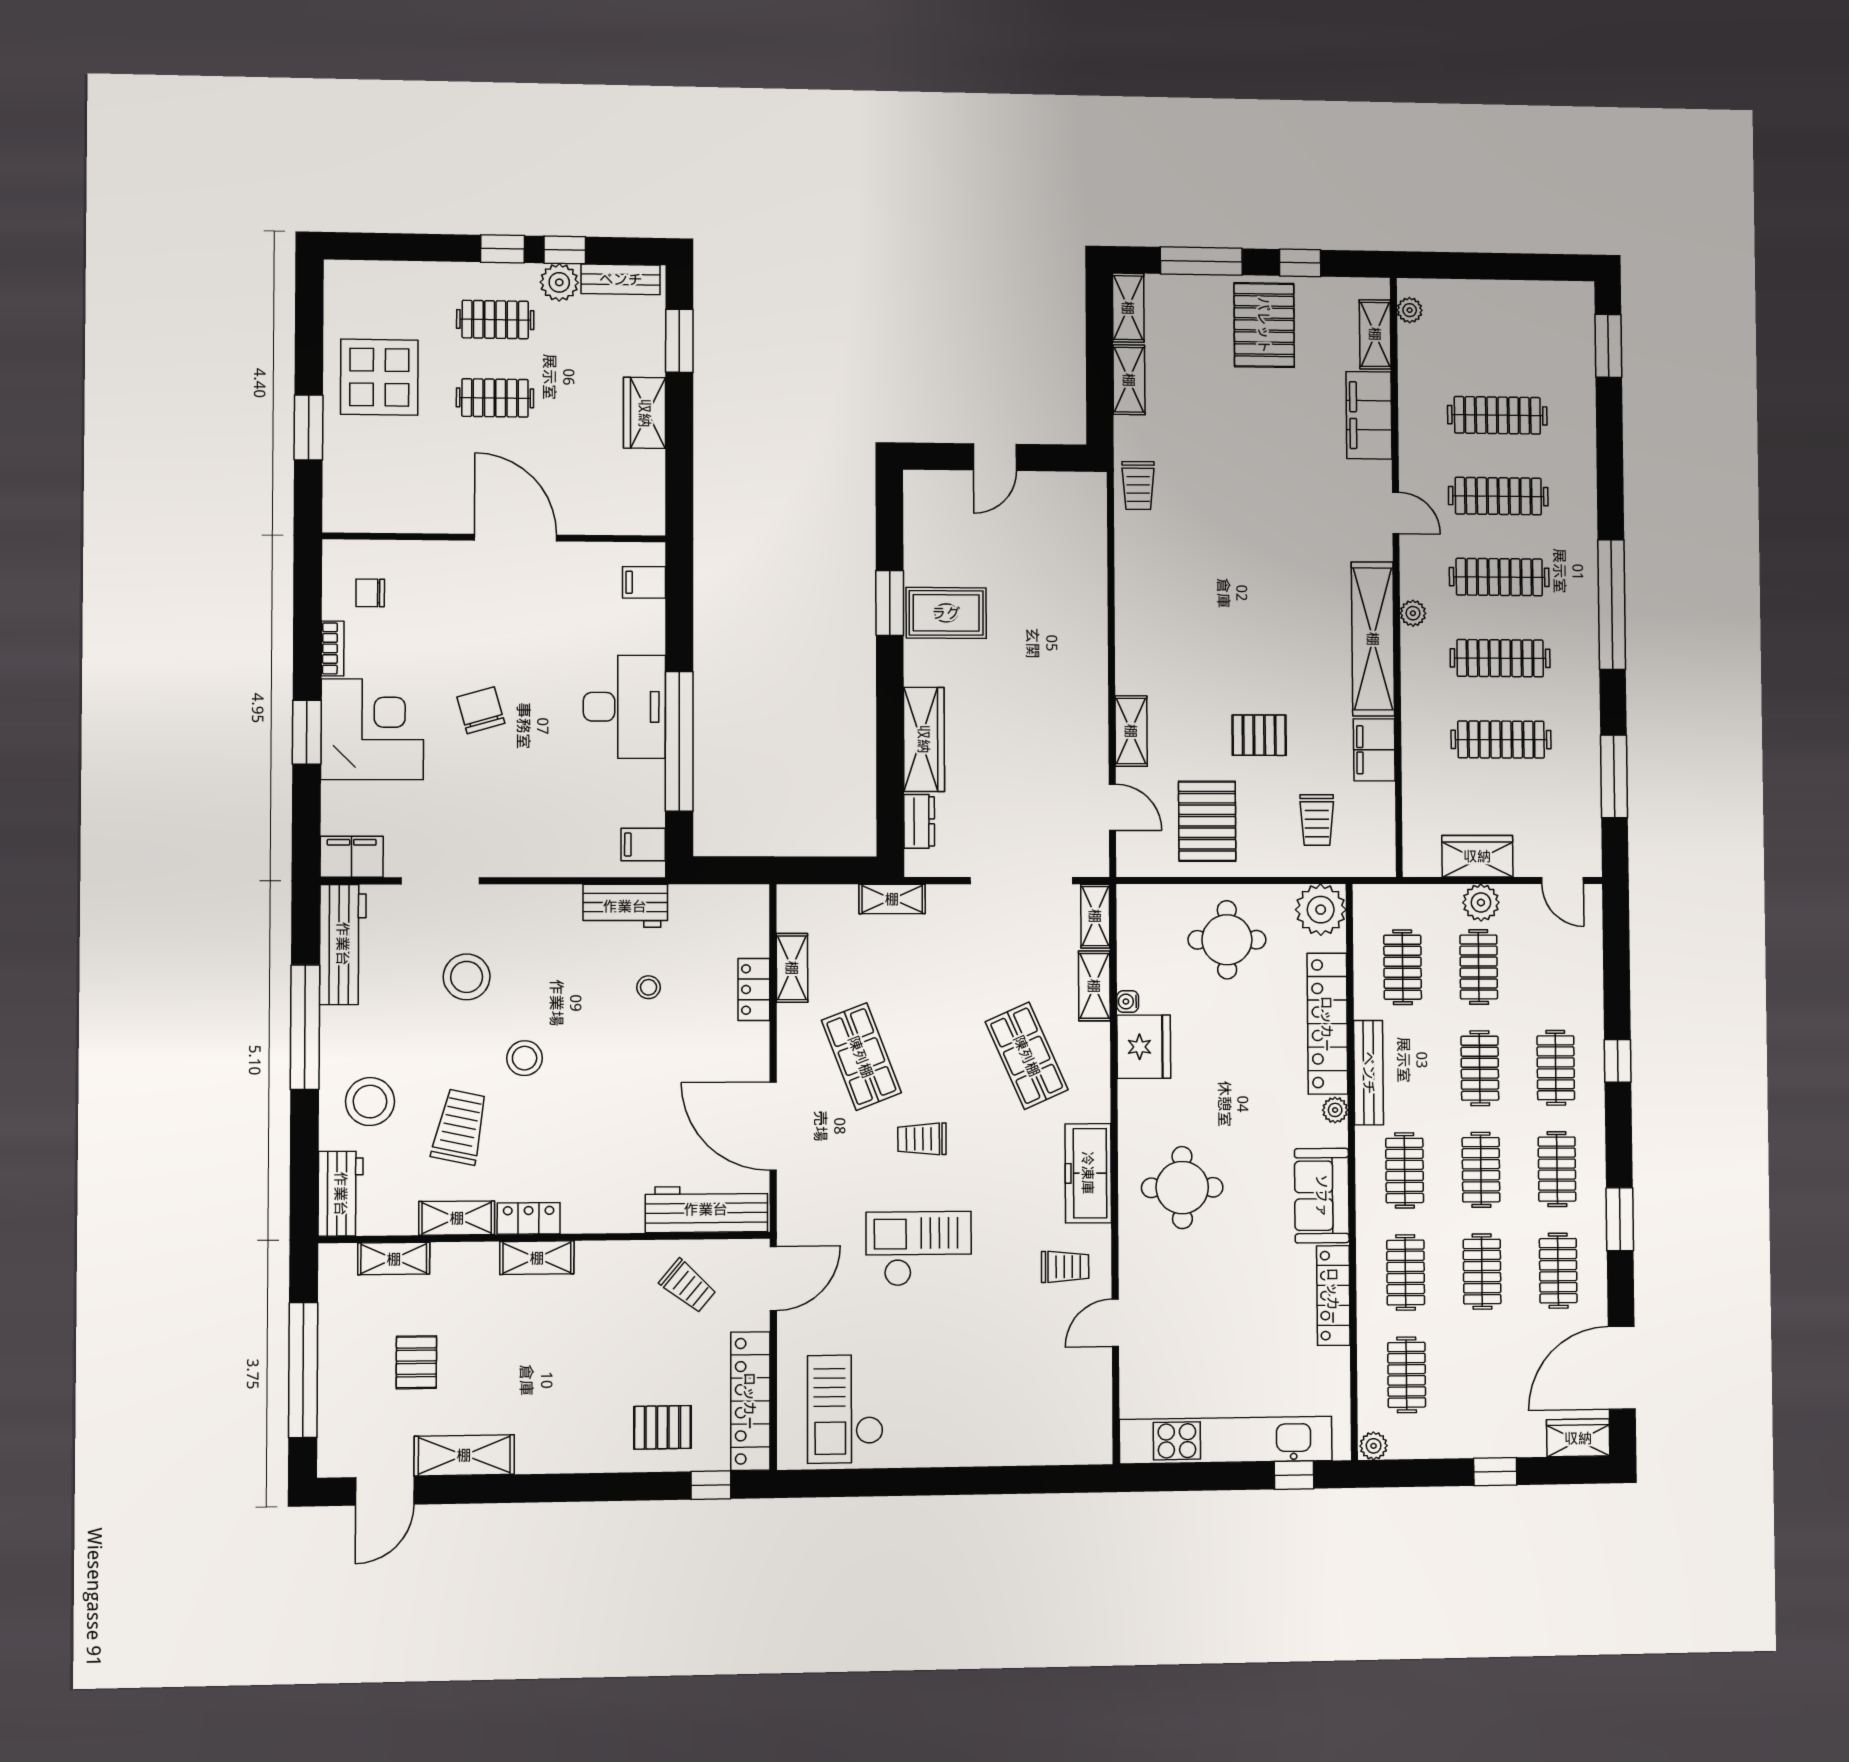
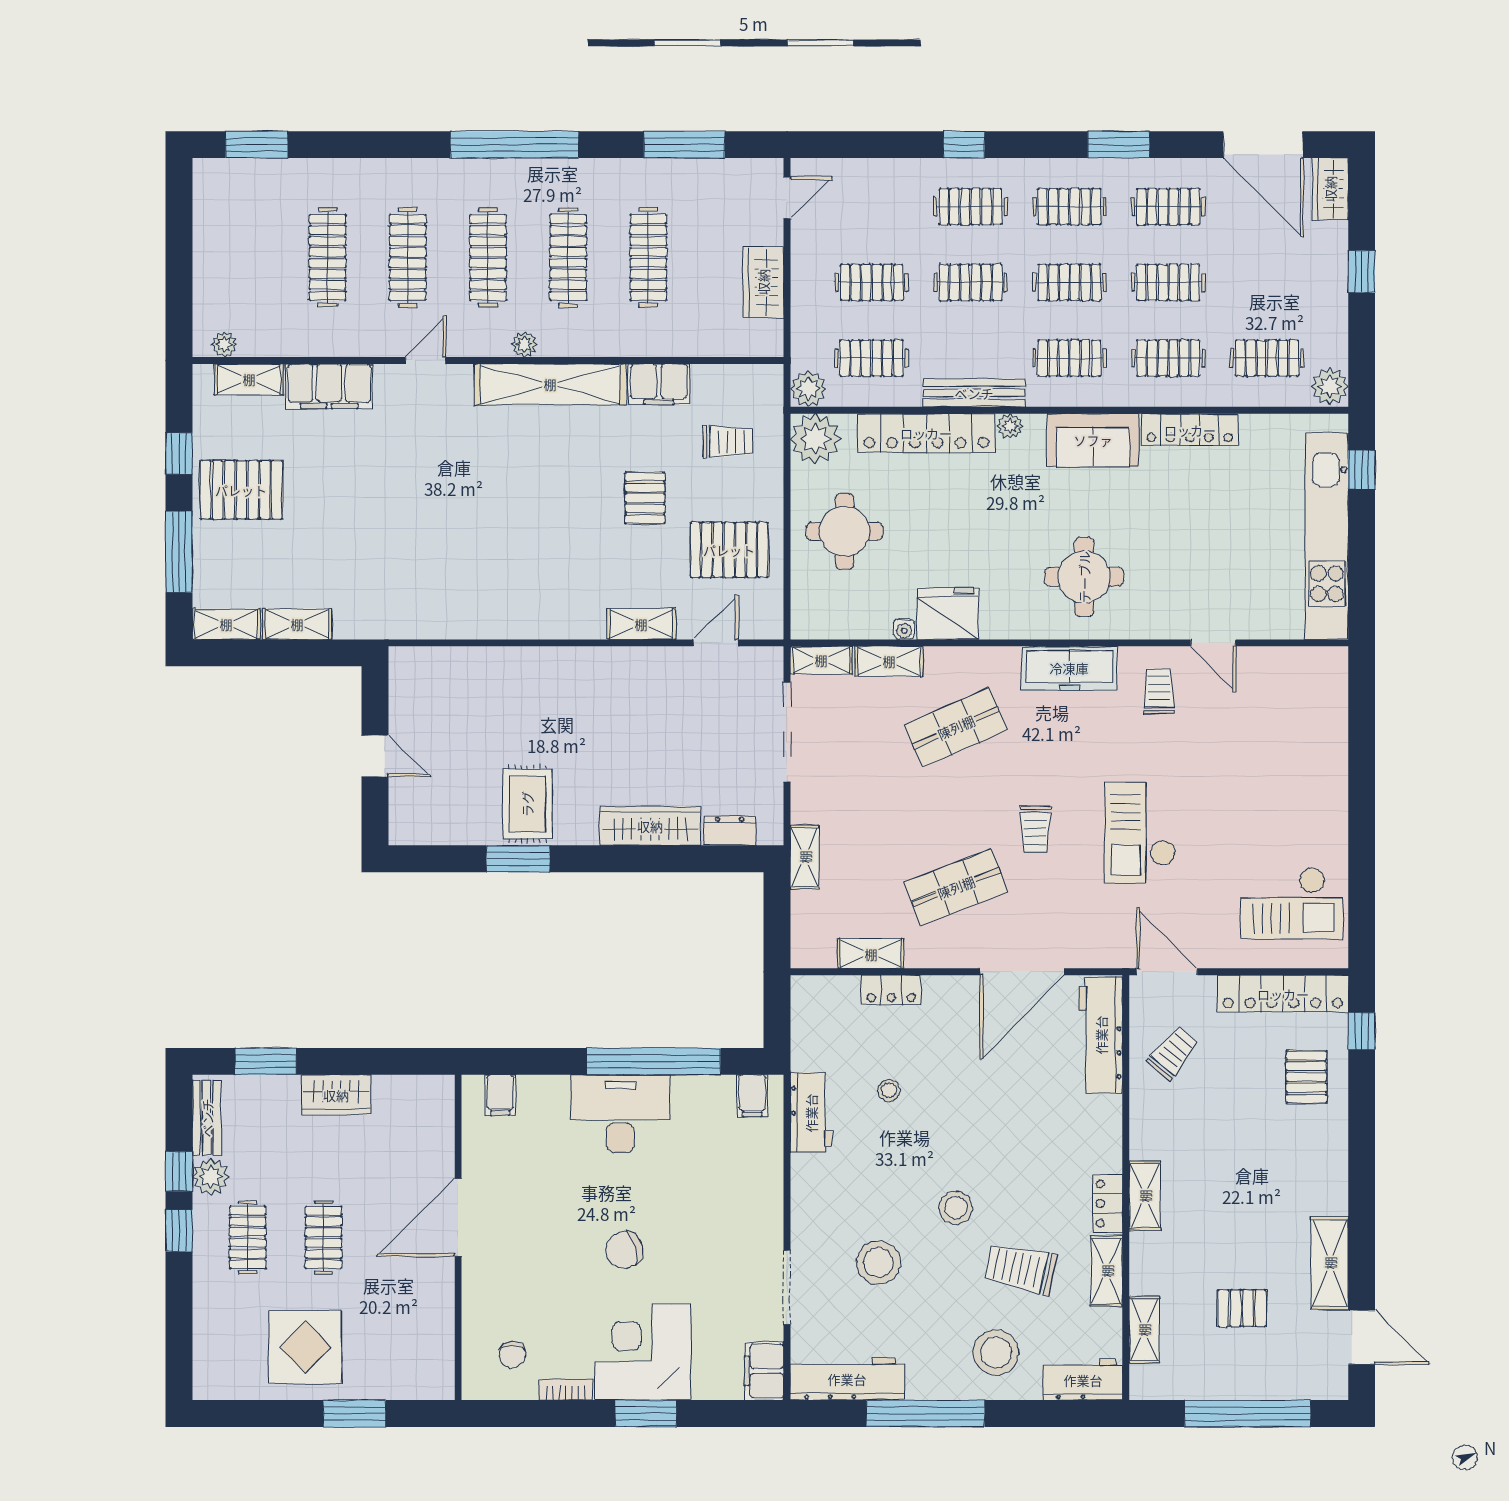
trolley: (1138, 486) -> (401, 616), removed
plant: (1481, 903) -> (809, 389), moved
plant: (1374, 1446) -> (1330, 386), width x1.38, depth x1.38

